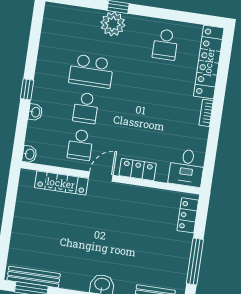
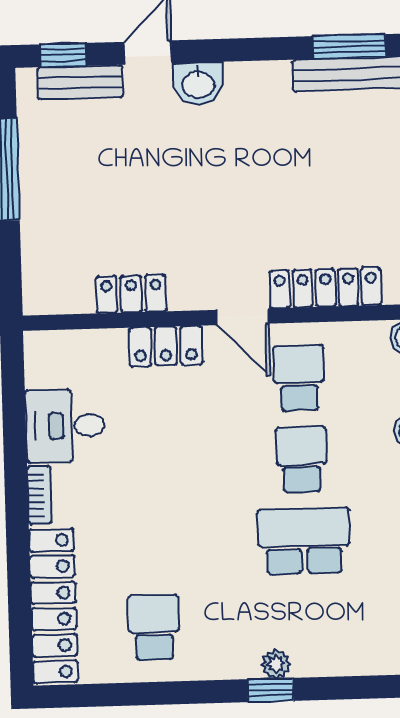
plant: (113, 24) -> (276, 664), width x0.53, depth x0.53
desk: (187, 168) -> (65, 426), moved, turned -90
door: (101, 177) -> (242, 317), hinge flipped
locker: (188, 215) -> (131, 294), moved, turned -90

